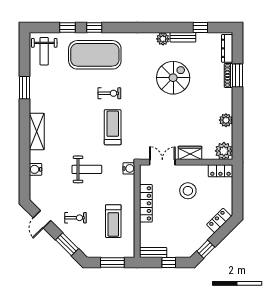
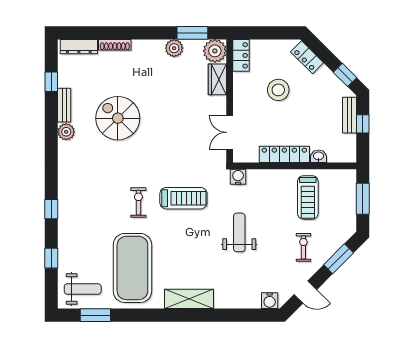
window: (94, 28) -> (51, 209), moved
exercise mat: (95, 55) -> (132, 268), moved
window: (237, 75) -> (192, 33), moved
window: (25, 88) -> (95, 315), moved
treadmill: (113, 127) -> (183, 198), turned 180
wardrobe: (190, 153) -> (217, 79), moved
water cooler: (35, 169) -> (270, 301), moved
stool: (188, 191) -> (278, 90), moved
treadmill: (113, 221) -> (308, 197), turned 90
washbasin: (144, 229) -> (319, 156), added
bench: (153, 252) -> (349, 115), moved

